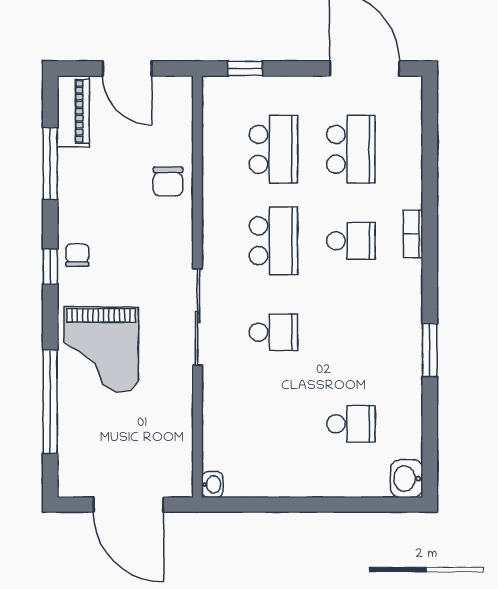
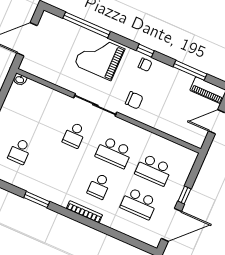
window: (245, 68) -> (184, 195), moved
chair: (168, 181) -> (134, 100), moved, turned 180
bookcase: (413, 234) -> (84, 212), width x1.56

